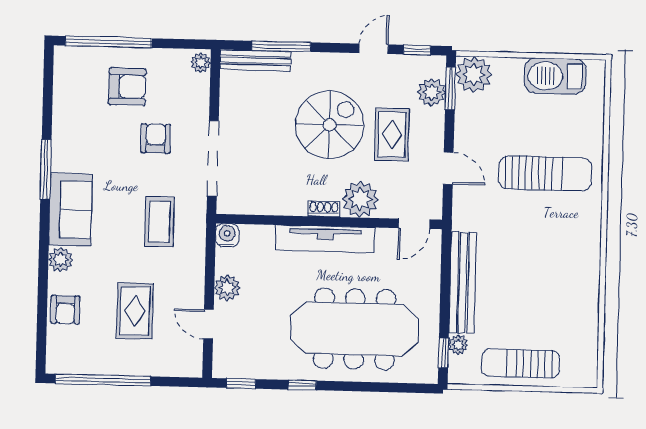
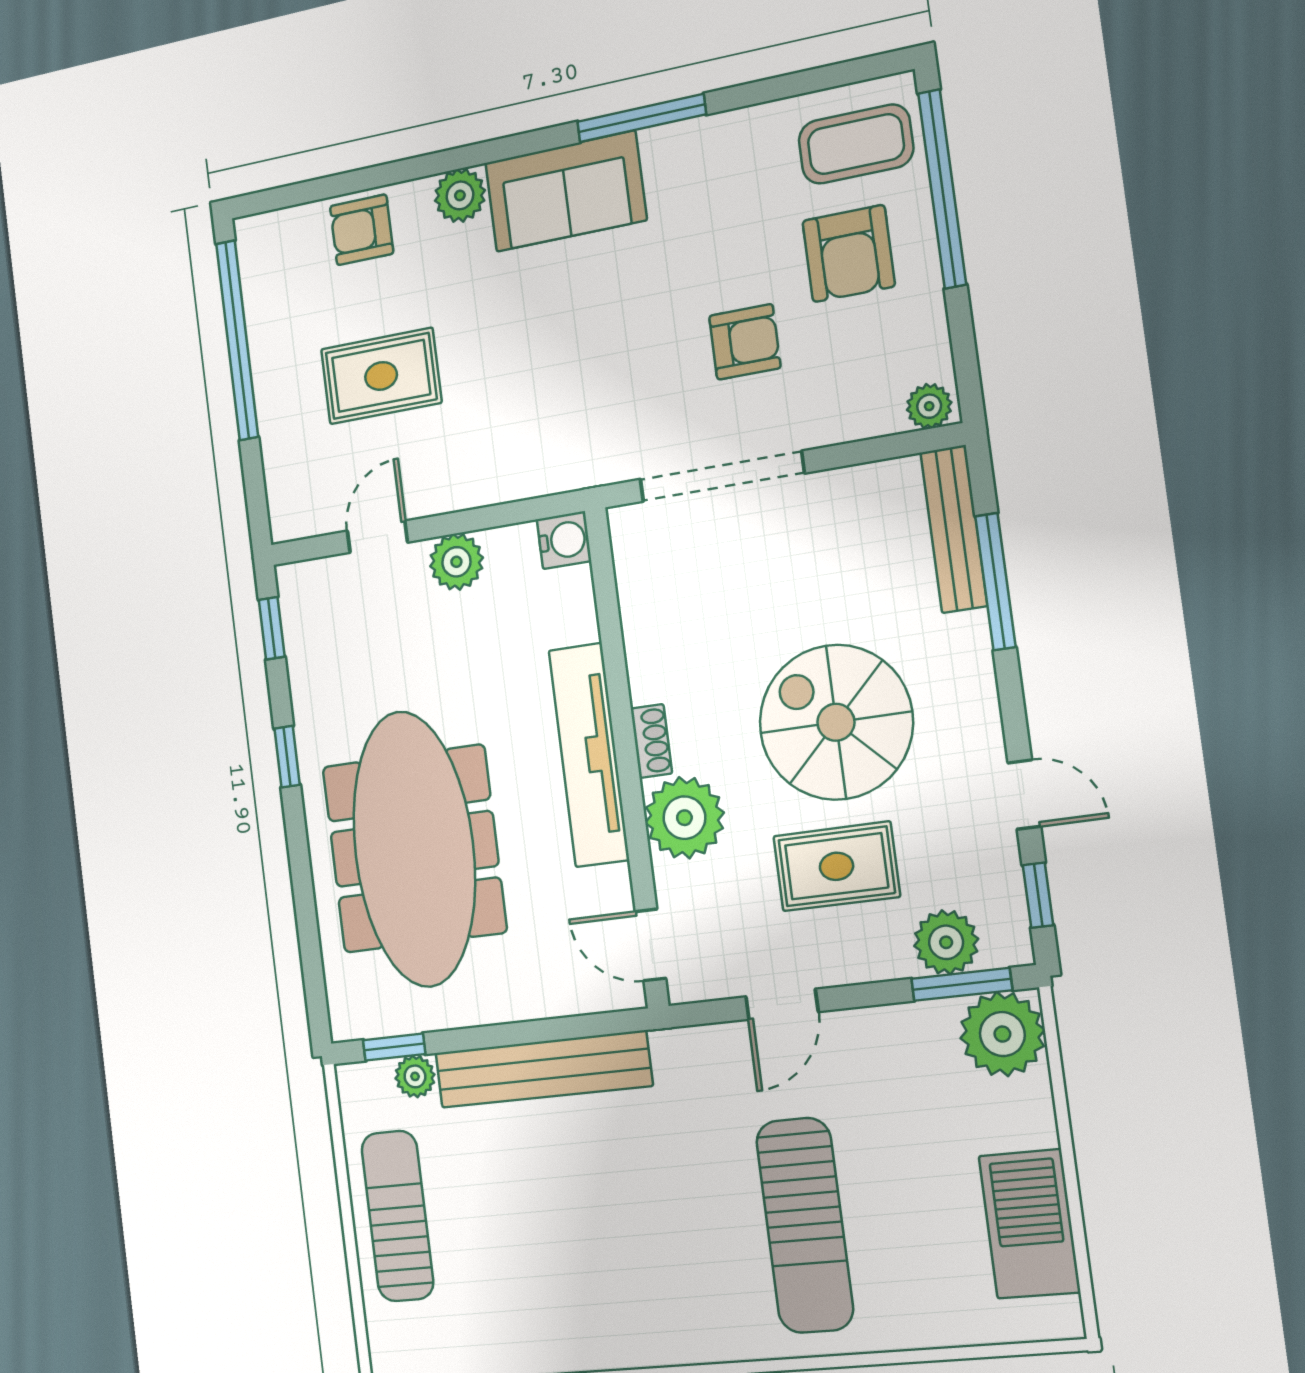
spiral stairs: (330, 125) -> (836, 722), turned 180
coffee table: (159, 222) -> (856, 144), moved

